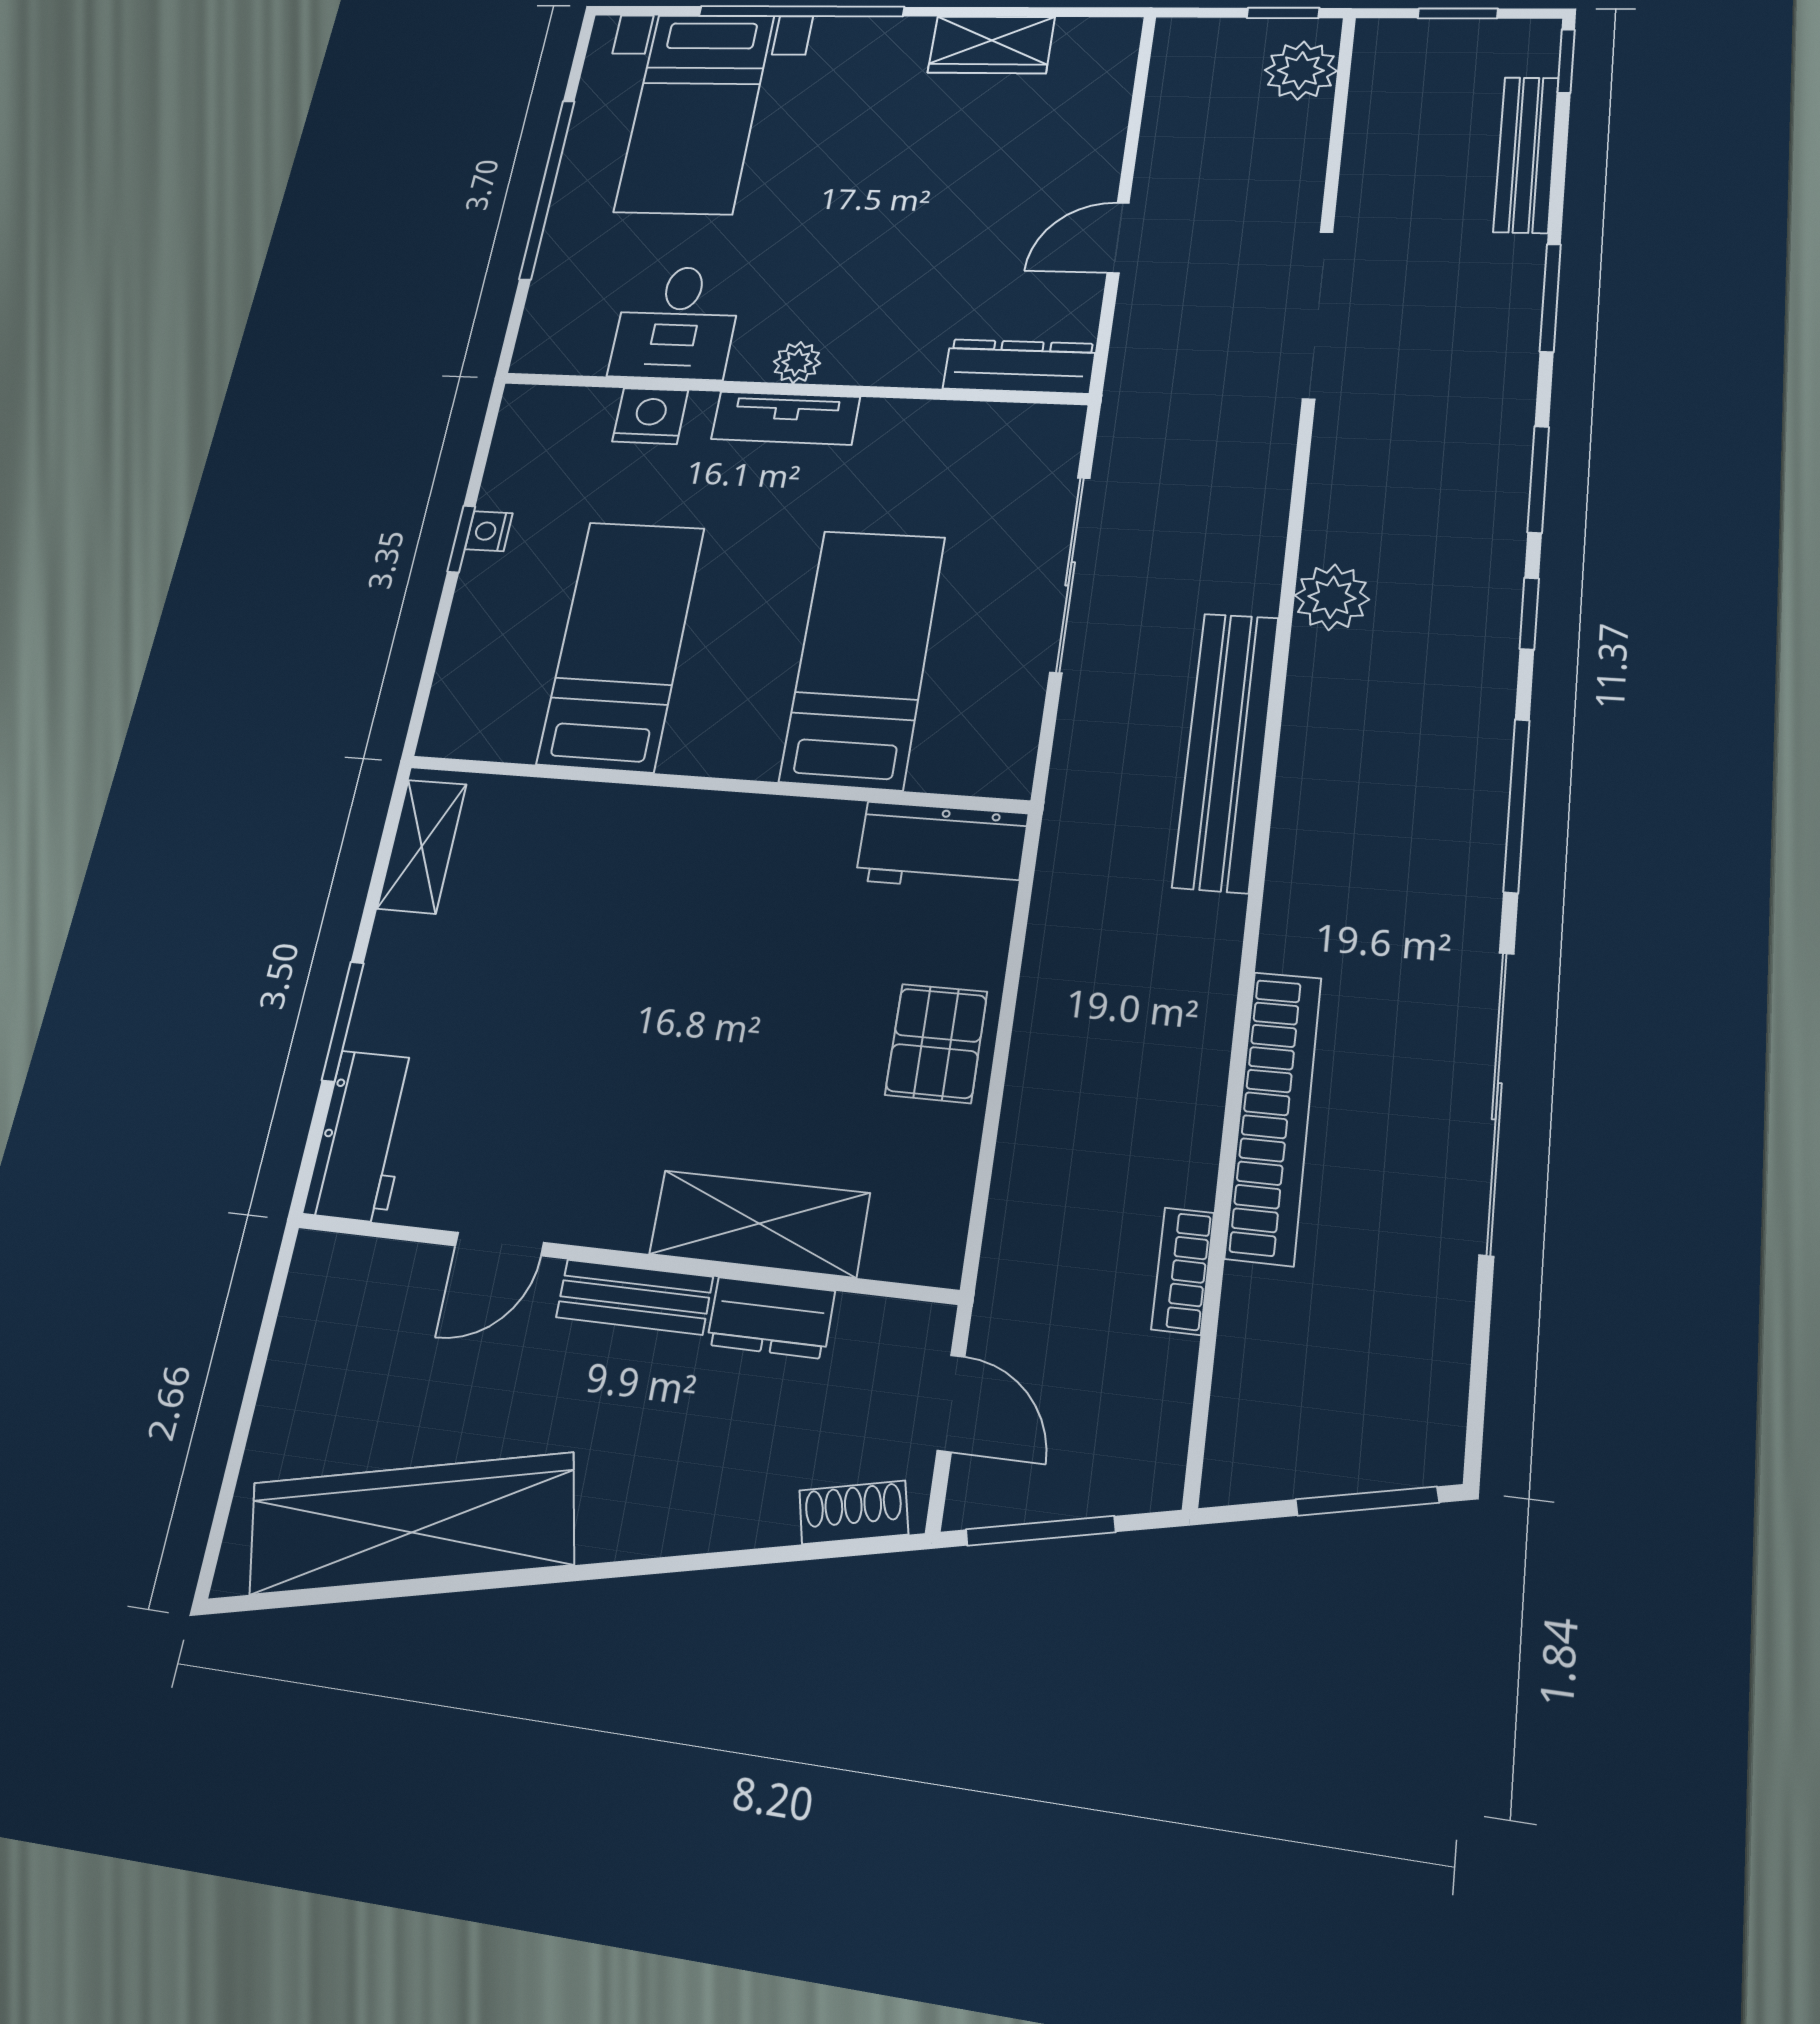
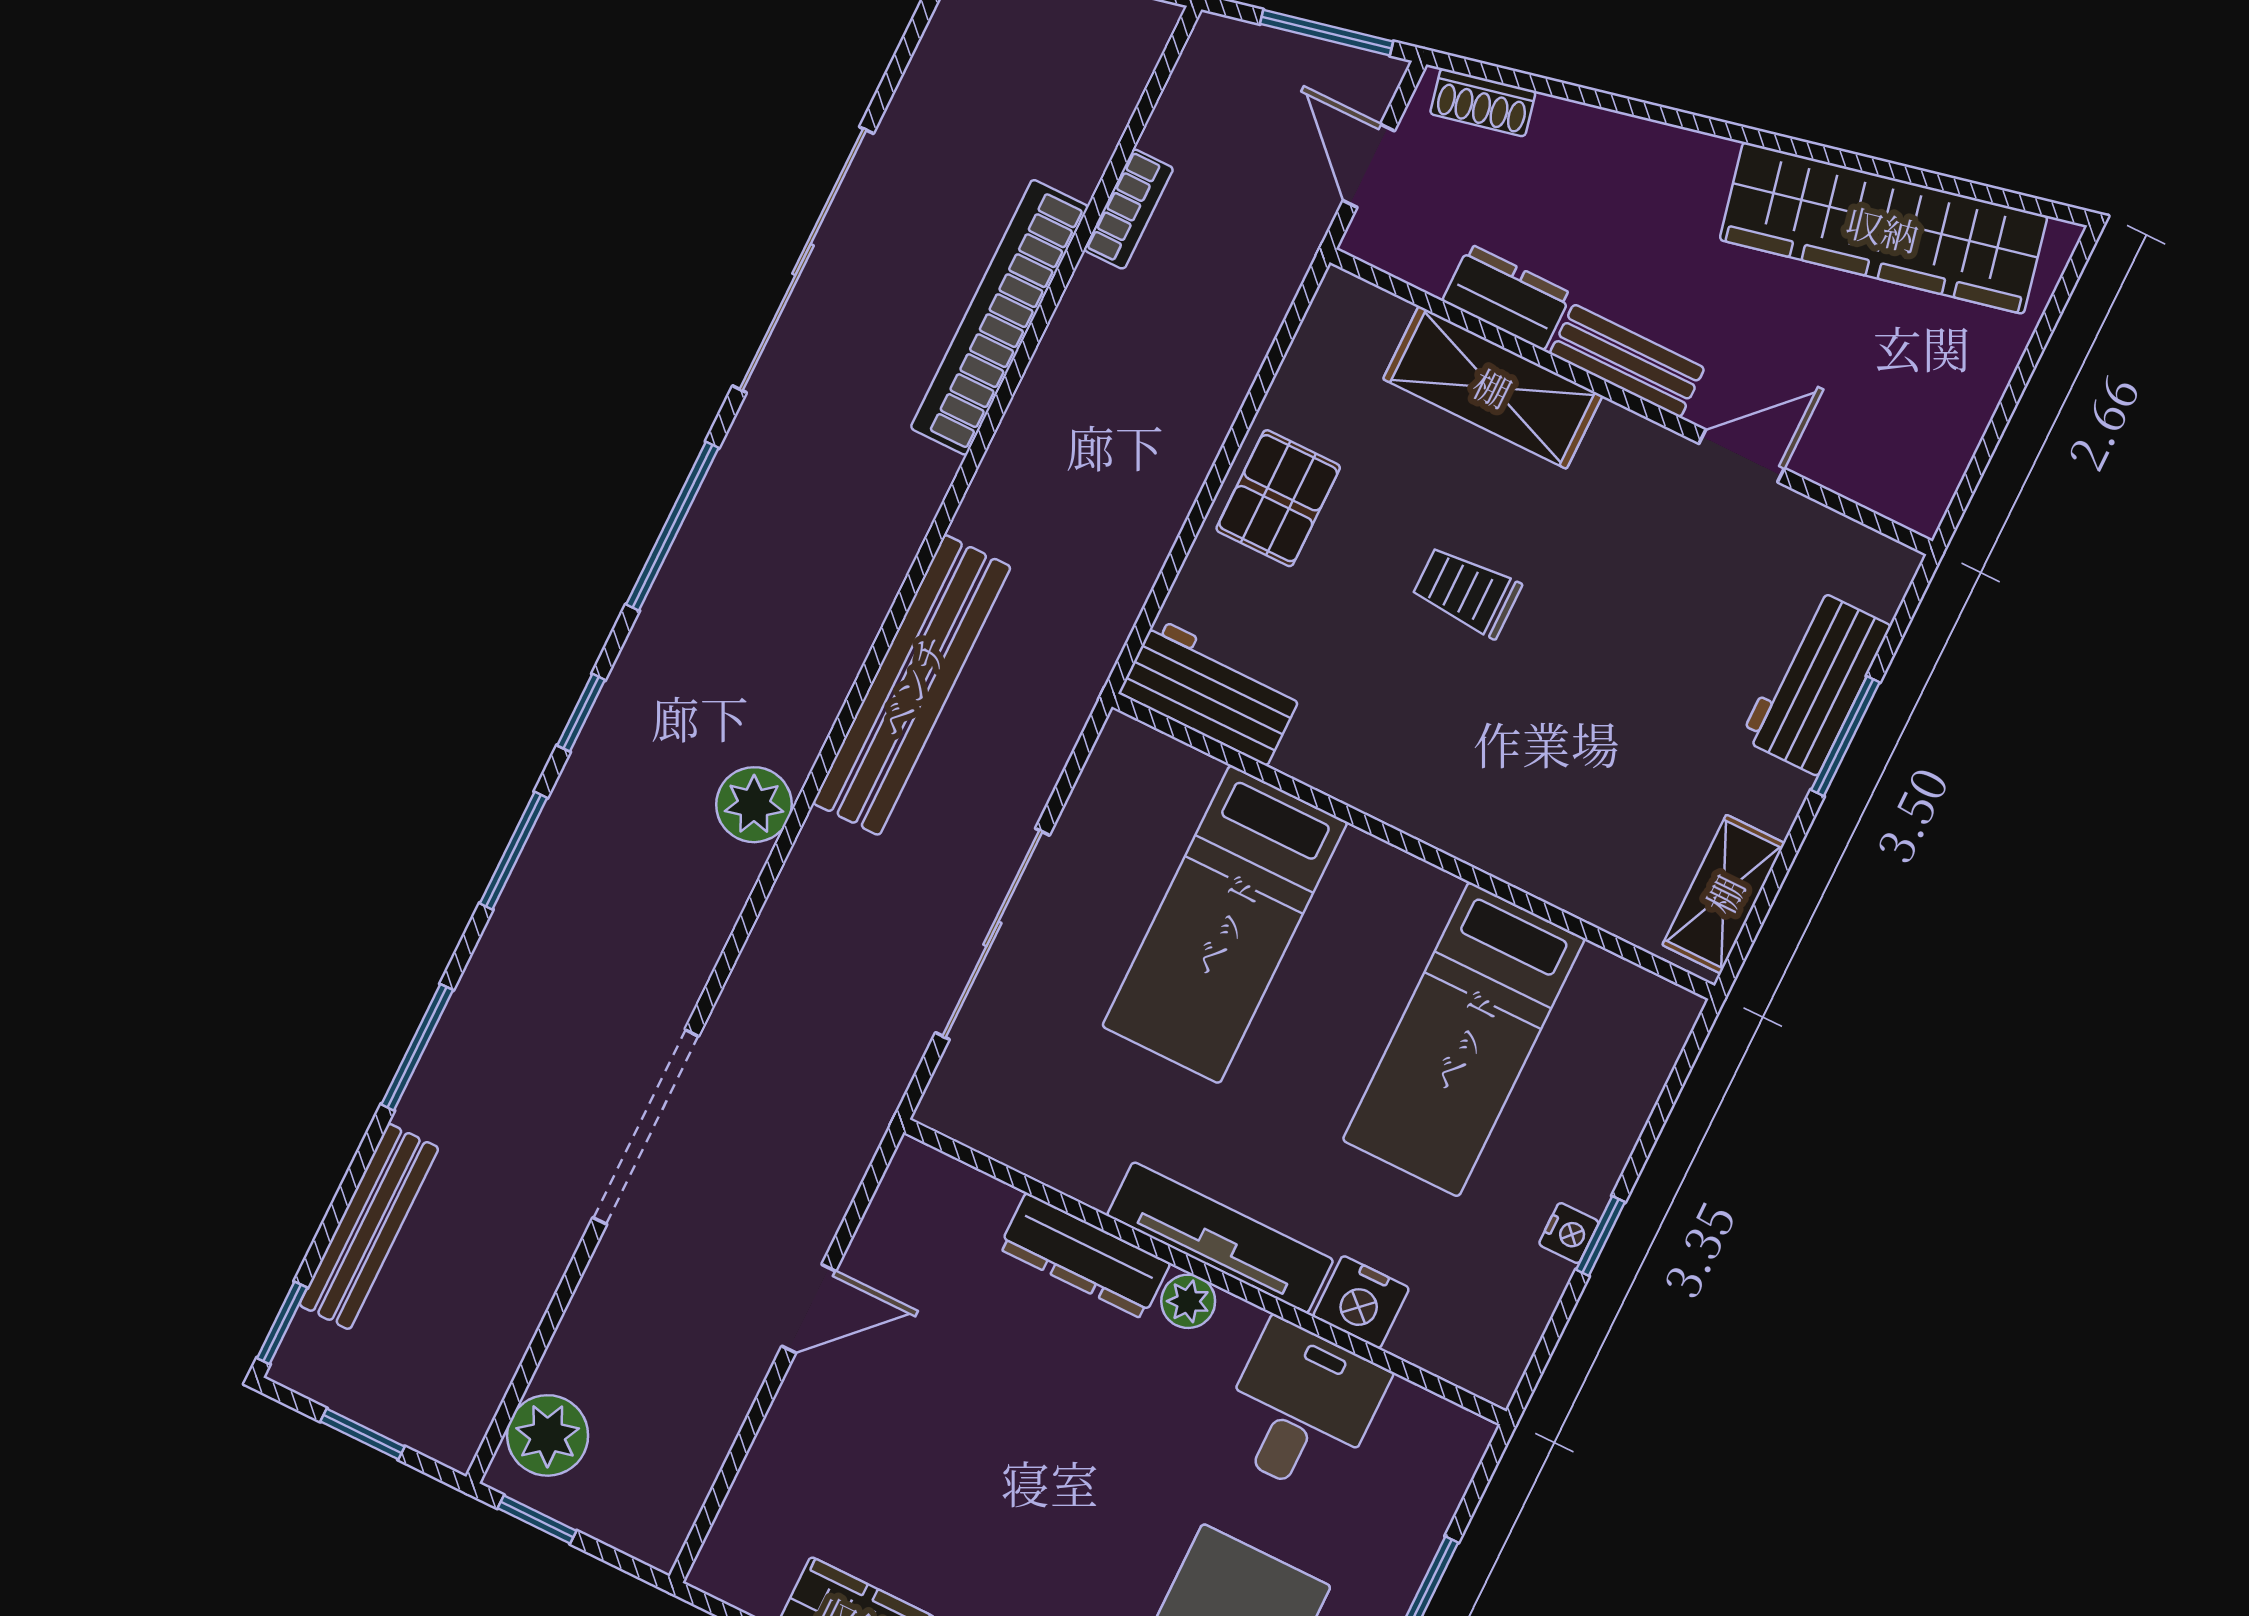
dresser: (1019, 366) -> (1084, 1256), moved
tv unit: (785, 418) -> (1220, 1238), width x1.41
trolley: (729, 1023) -> (1467, 592), added
workbench: (363, 1136) -> (1816, 682), moved

